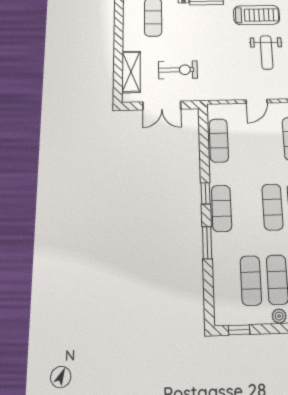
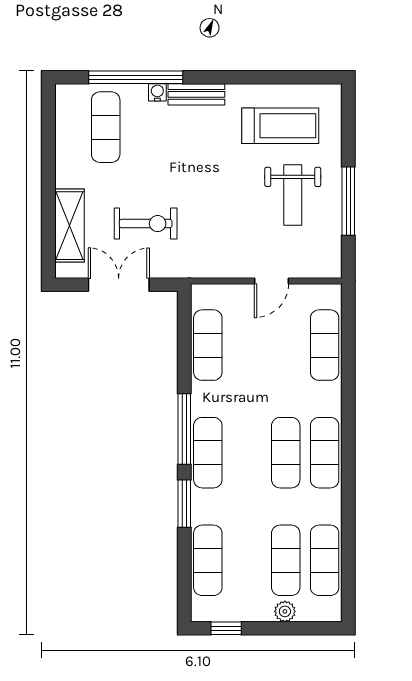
double door: (162, 106) -> (119, 285), swing flipped
window: (205, 193) -> (184, 429), width x2.17
exercise mat: (251, 280) -> (208, 560), moved

